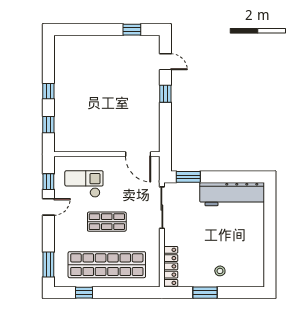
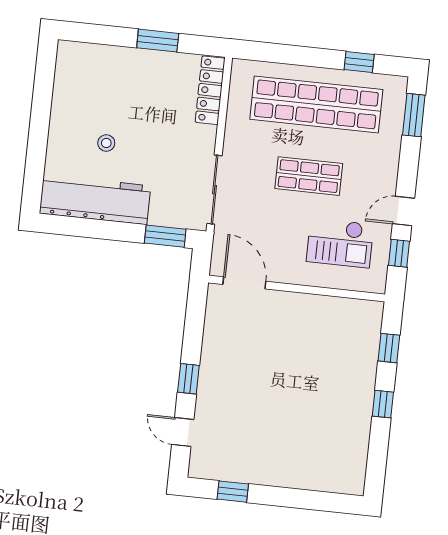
stool: (220, 271) -> (106, 143), moved

